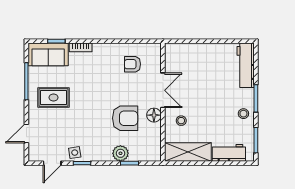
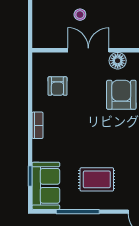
bookcase: (81, 47) -> (38, 125), moved
rug: (54, 97) -> (97, 179), turned 90
stool: (181, 121) -> (80, 15), moved

